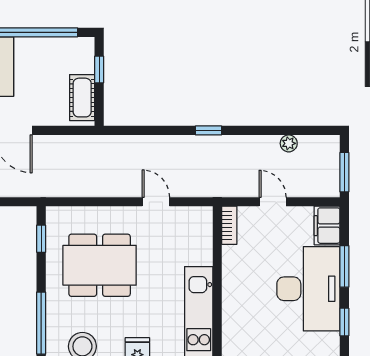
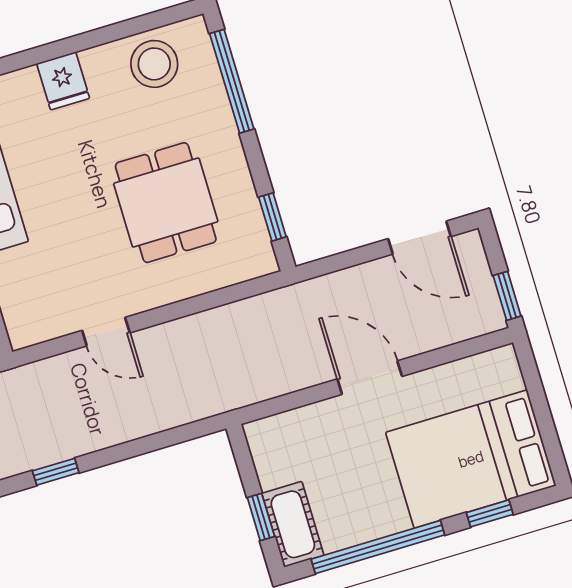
cot: (82, 98) -> (293, 524), moved
dining table: (100, 265) -> (166, 203), width x0.73

